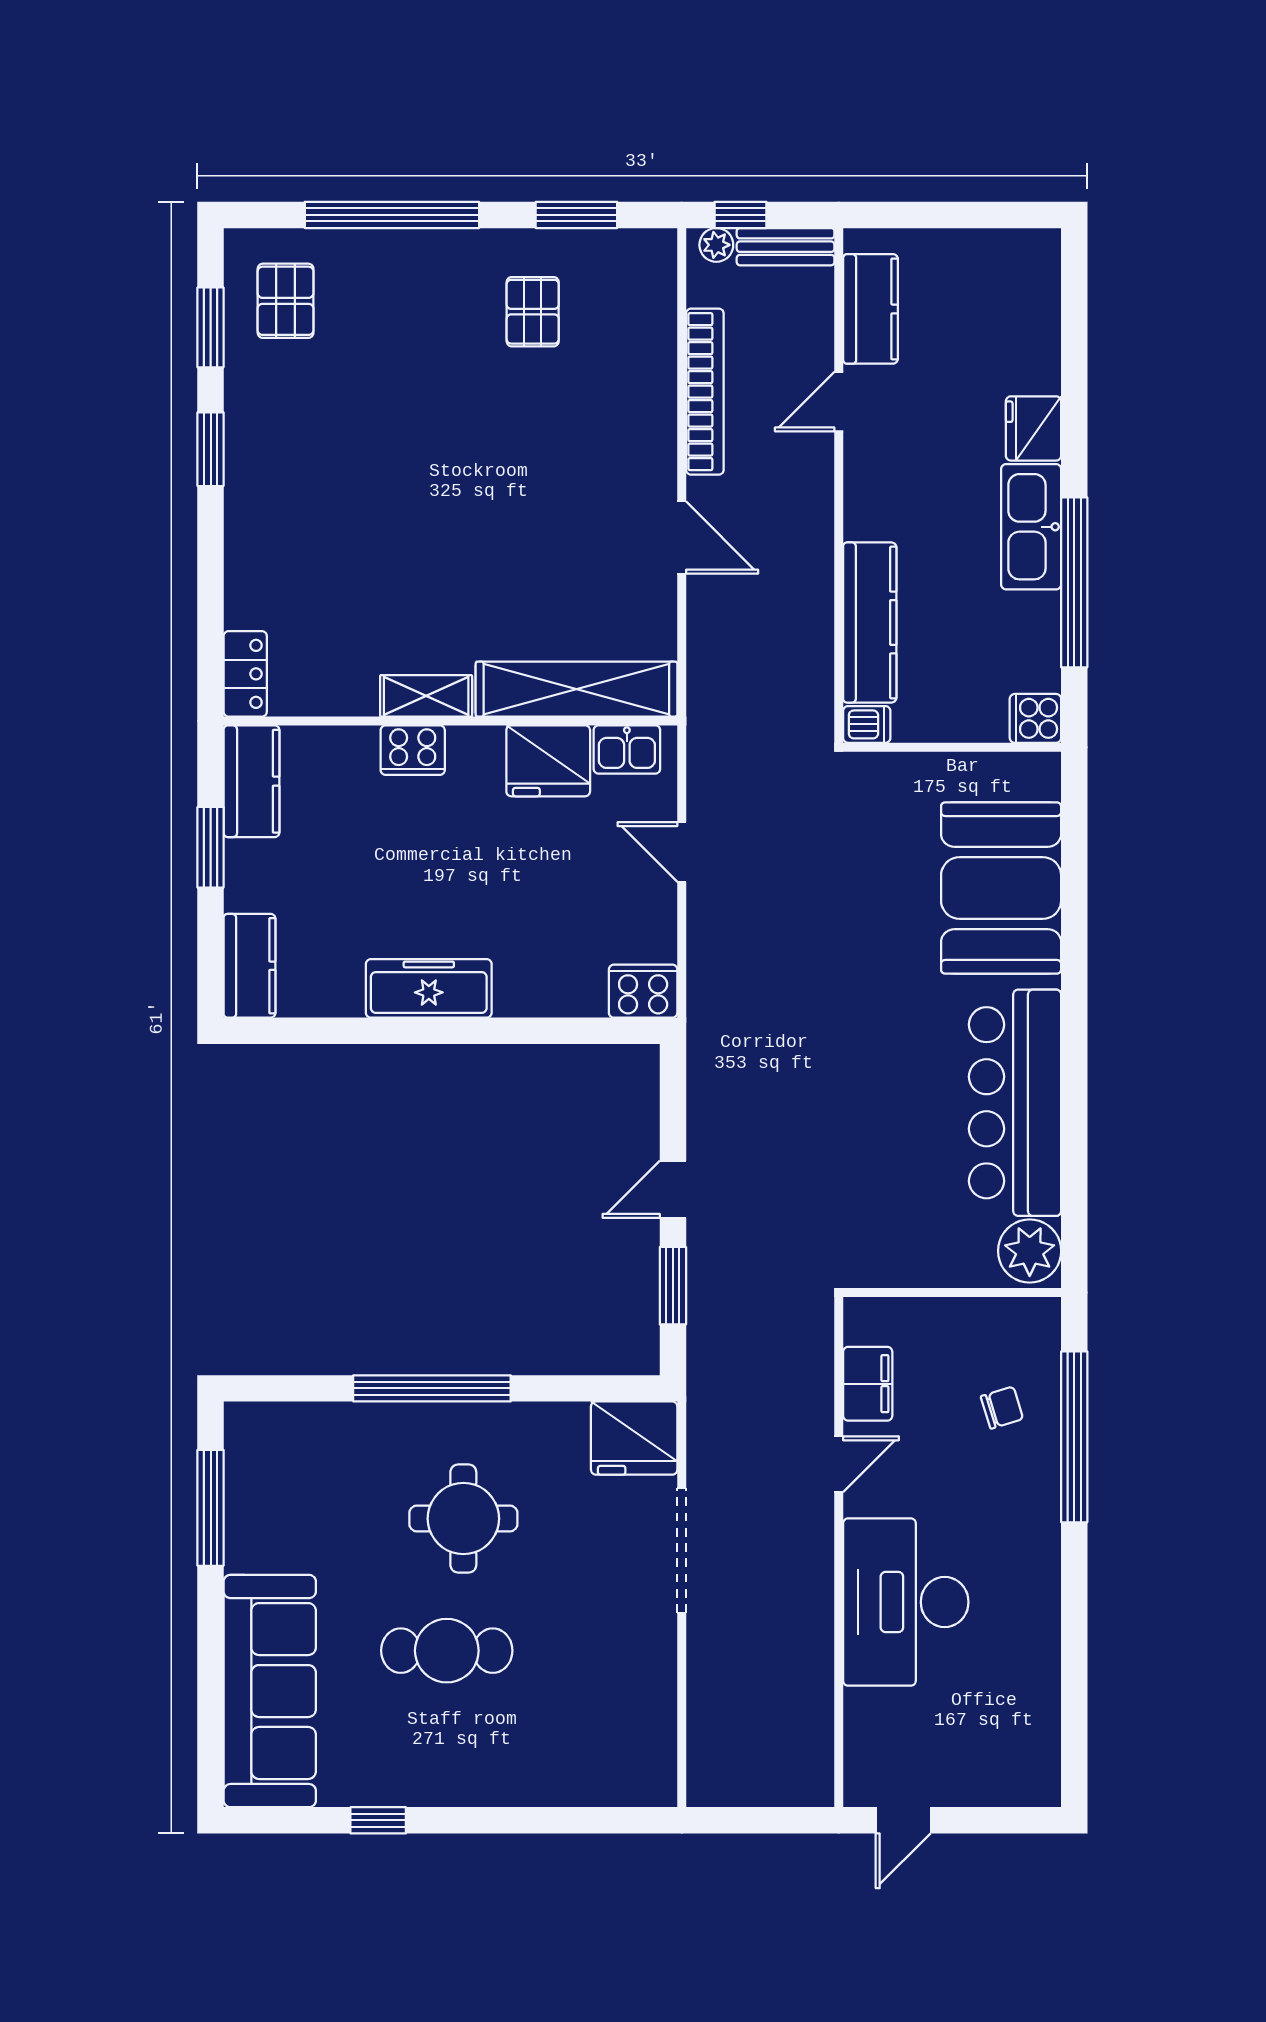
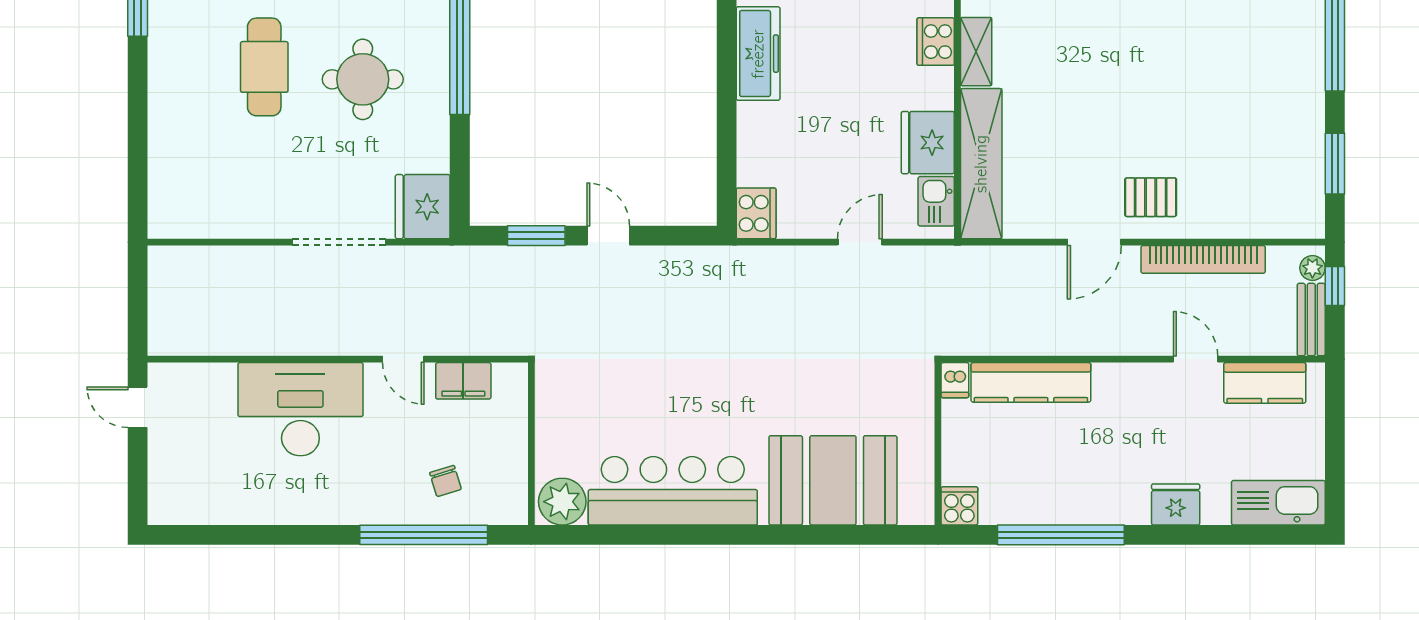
pallet: (533, 312) -> (1151, 197), moved
kitchen sink: (1031, 527) -> (1278, 503), moved

